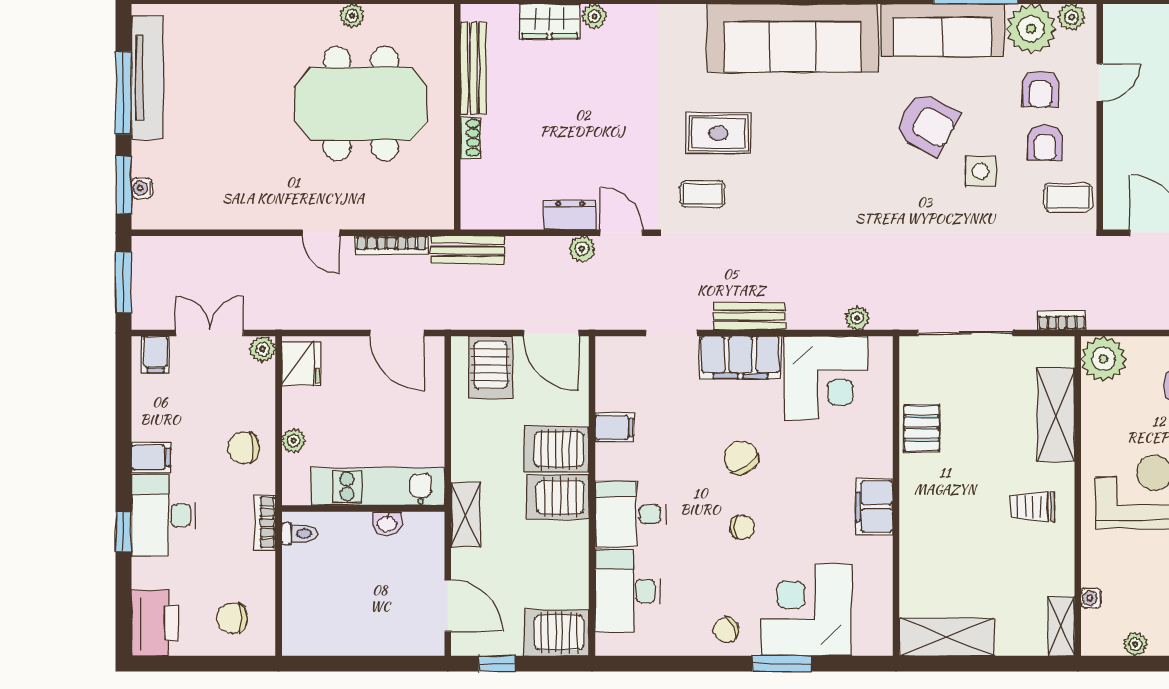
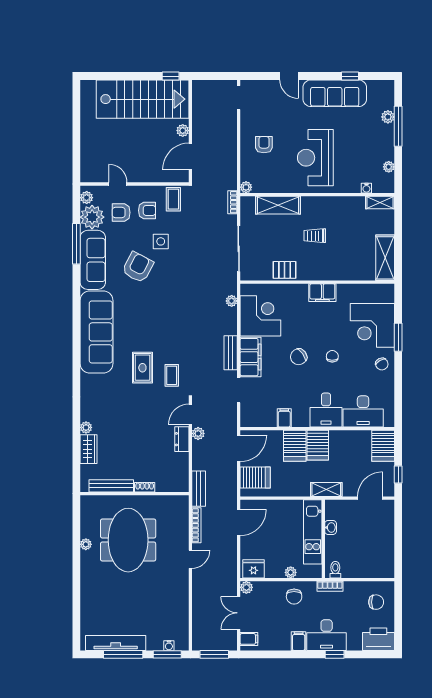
armchair: (1041, 89) -> (121, 213), turned 180
plant: (1104, 359) -> (246, 187), width x0.53, depth x0.53
trolley: (1032, 507) -> (315, 236), moved, turned 90
chair: (232, 618) -> (376, 602), turned -90

